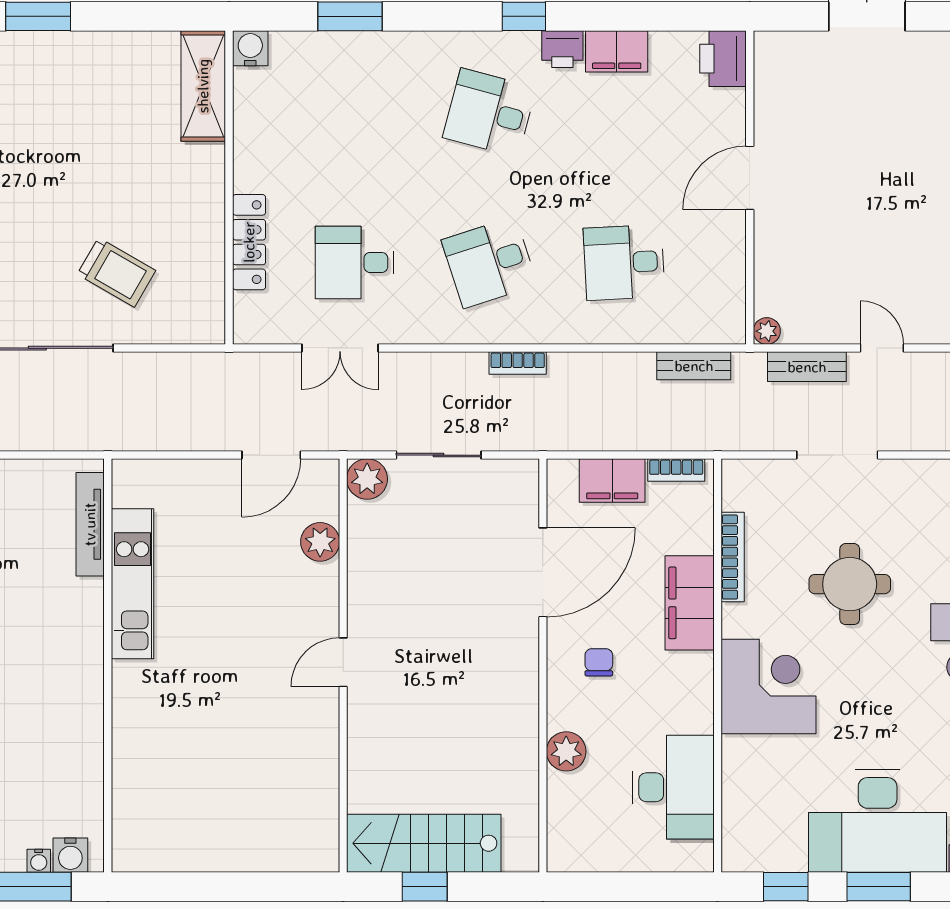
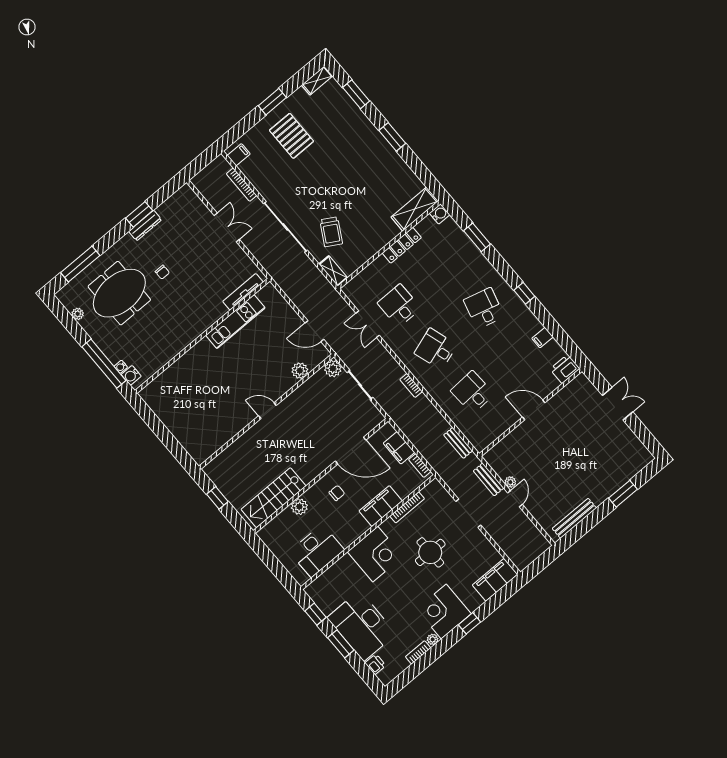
printer: (562, 49) -> (524, 315), removed
filing cabinet: (617, 51) -> (542, 338), width x0.50
locker: (249, 242) -> (402, 245), moved
shelving: (191, 329) -> (333, 271), added
plant: (767, 331) -> (510, 482), moved
stairs: (424, 843) -> (274, 498), moved, turned -90

